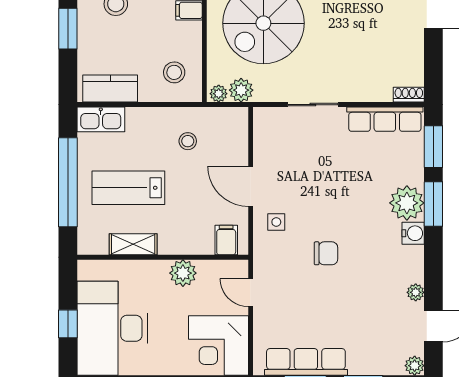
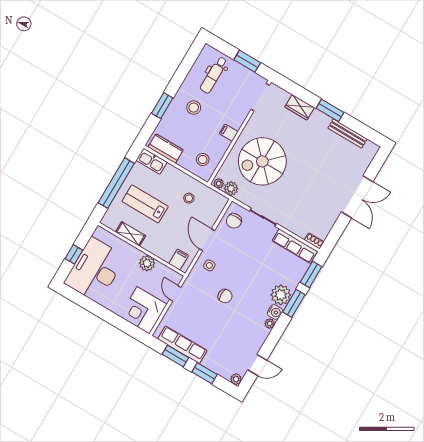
chair: (274, 135) -> (234, 221), added
plant: (416, 292) -> (270, 324), moved

